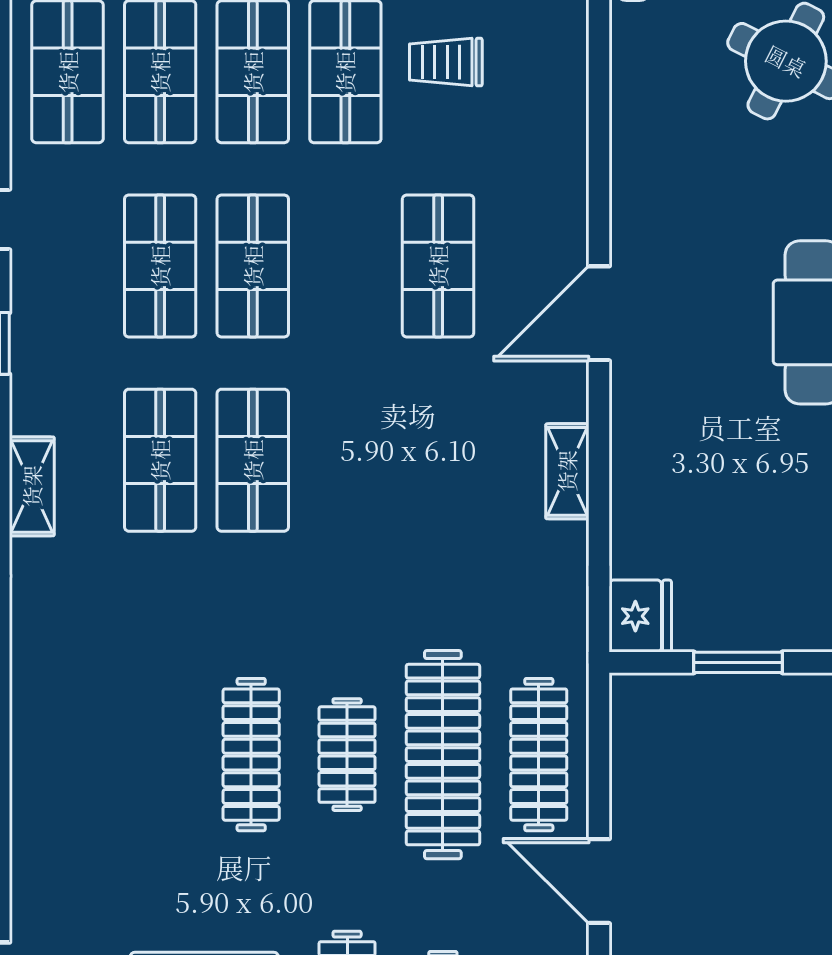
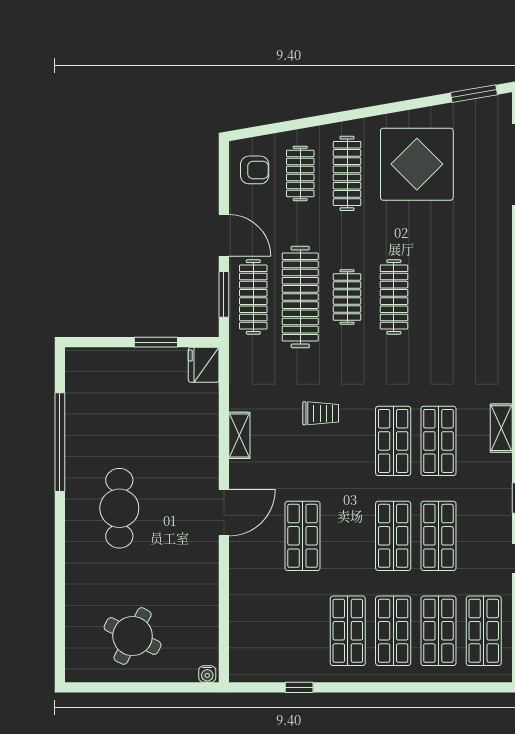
trolley: (446, 62) -> (321, 413), moved
window: (599, 760) -> (224, 294), added

